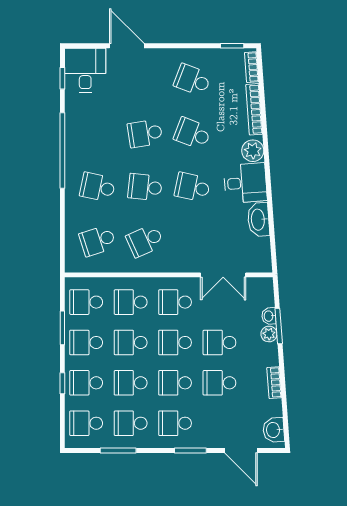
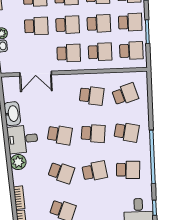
bookcase: (254, 109) -> (19, 198), width x0.64
school desk: (98, 133) -> (128, 170), added
school desk: (145, 241) -> (92, 96), turned 33
double door: (223, 275) -> (36, 74), swing flipped

